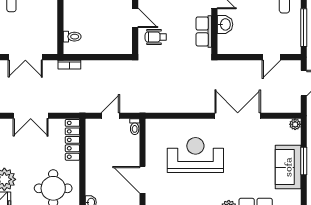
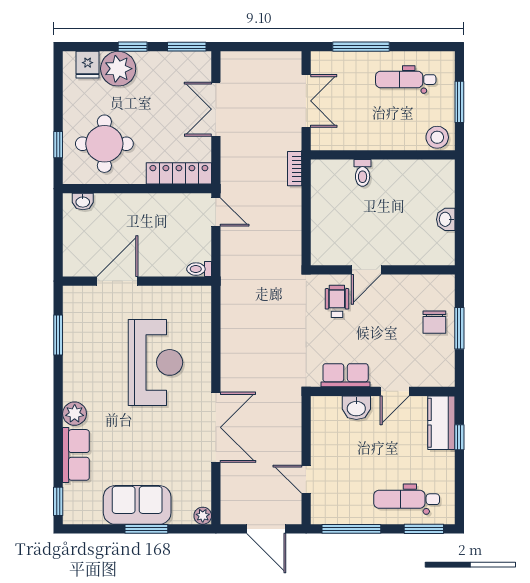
toilet: (72, 37) -> (363, 173), moved
double door: (25, 57) -> (306, 101), swing flipped
door: (110, 116) -> (216, 212), moved

